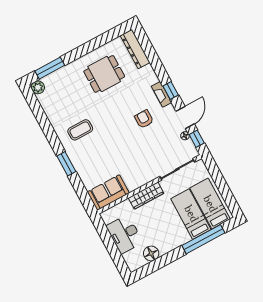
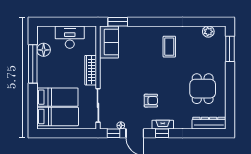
plant: (38, 87) -> (208, 32), moved
window: (66, 164) -> (118, 22), moved
window: (203, 239) -> (33, 64), moved

